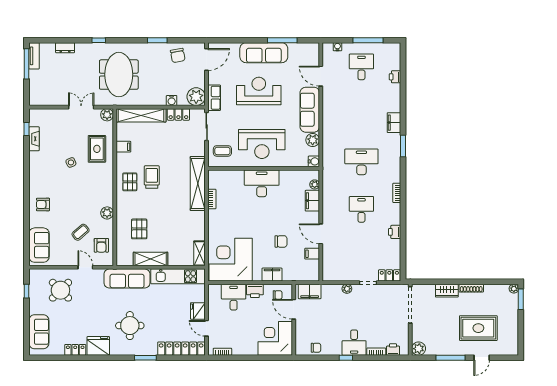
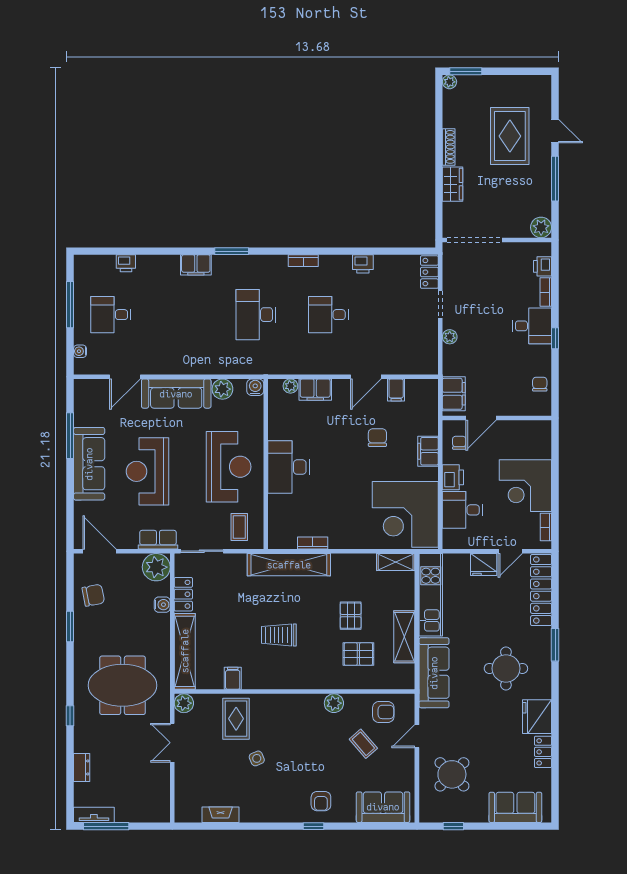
window: (27, 129) -> (314, 826), moved
rug: (97, 149) -> (236, 719), turned 90
pallet: (130, 182) -> (351, 616), moved, turned 90
corner desk: (275, 338) -> (525, 486), moved

